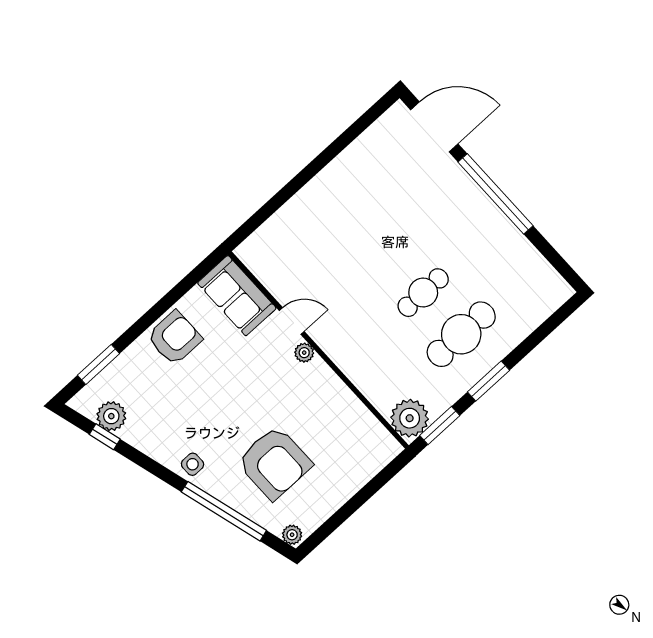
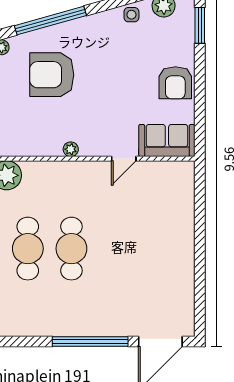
cafe table: (423, 293) -> (71, 249), width x1.37, depth x1.35
plant: (304, 353) -> (71, 149), moved
side table: (193, 464) -> (131, 15), moved

